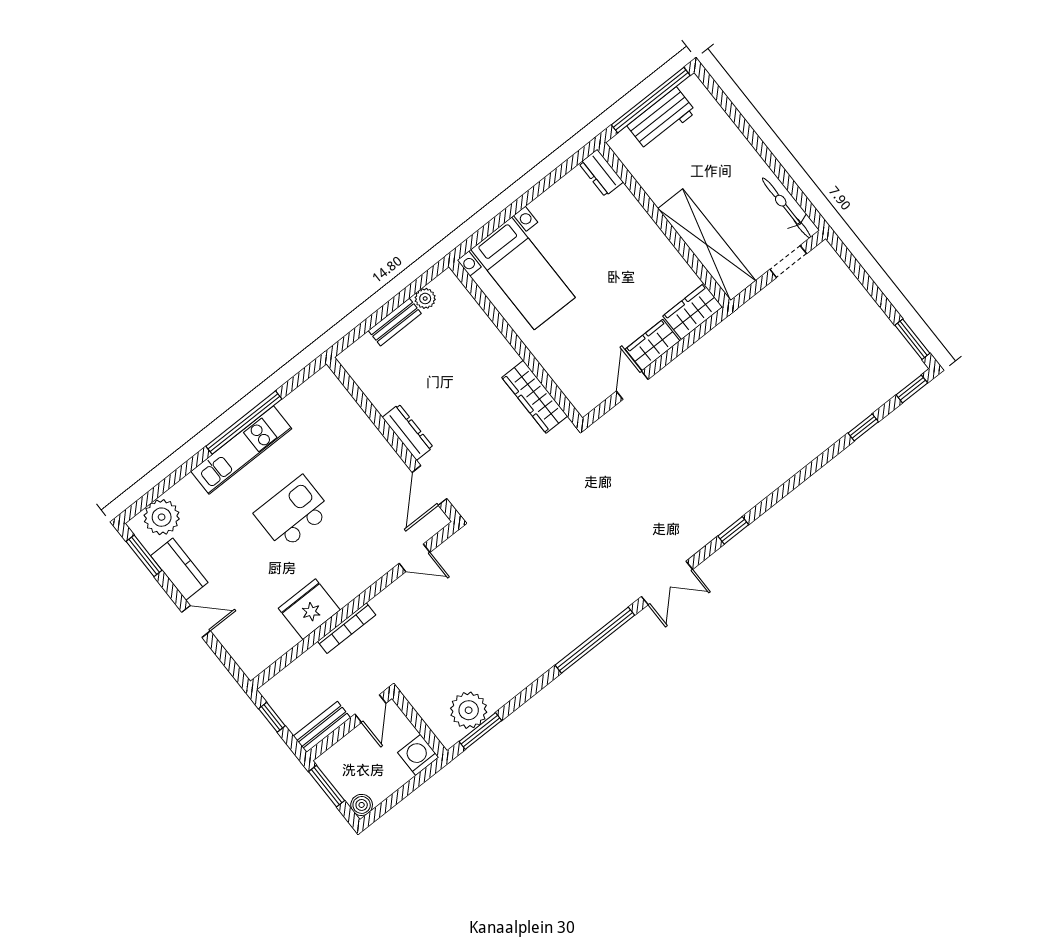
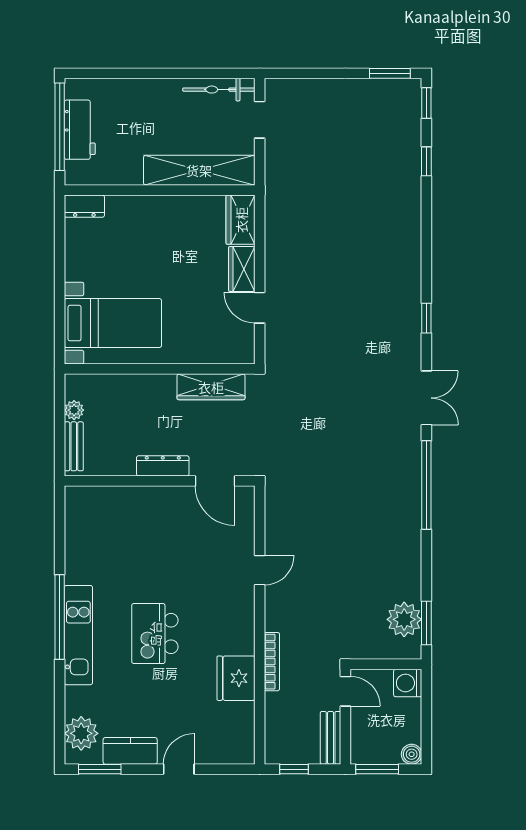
dresser: (408, 432) -> (163, 466), moved
wall: (393, 440) -> (160, 481), moved
door: (429, 485) -> (215, 481), moved

